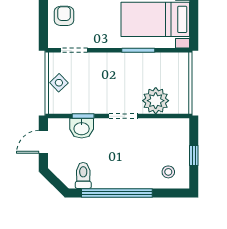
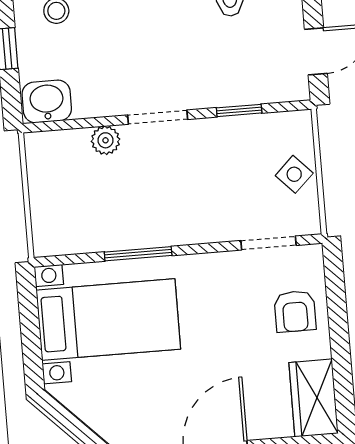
plant: (156, 101) -> (106, 140), width x0.53, depth x0.53
washbasin: (82, 128) -> (47, 101), moved

